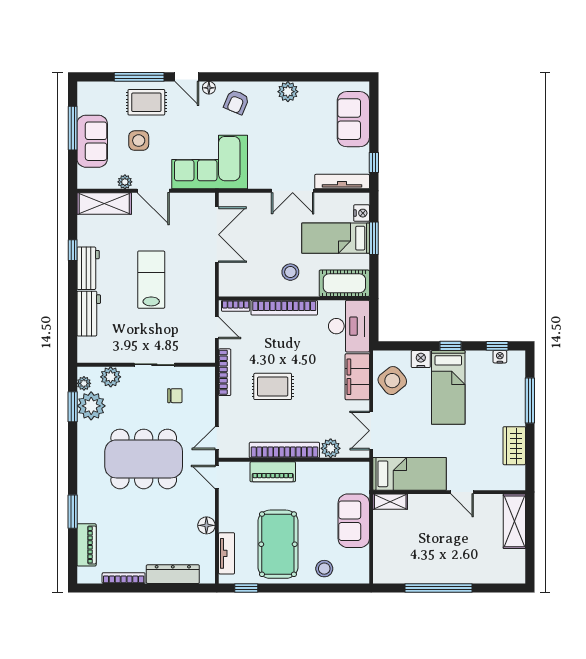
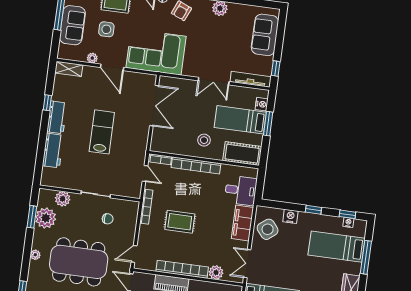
shelving: (104, 203) -> (69, 69), width x0.67, depth x0.75
desk: (349, 326) -> (241, 190), width x0.73
plant: (84, 383) -> (35, 255), moved
bed: (448, 387) -> (337, 247), moved, turned 90

